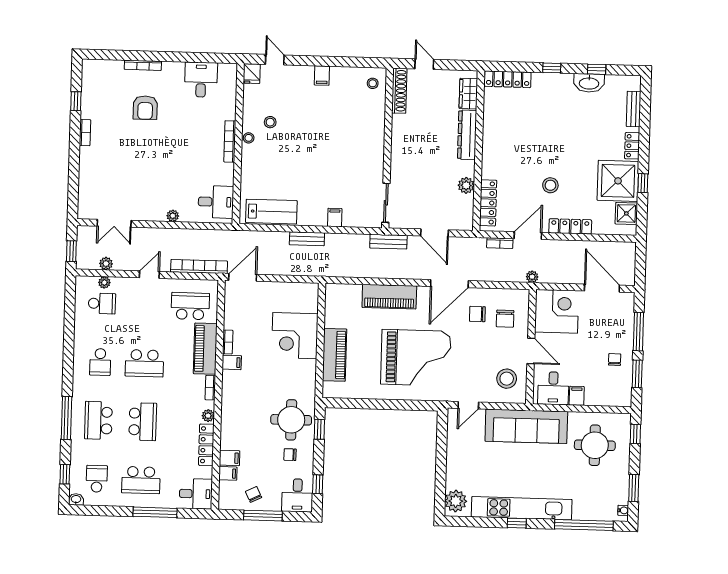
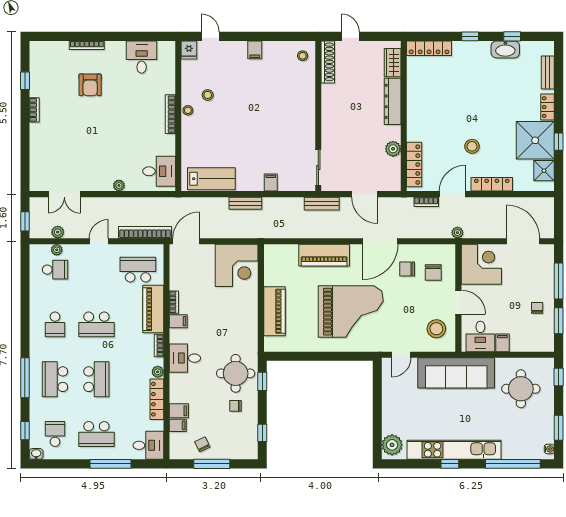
corner desk: (295, 336) -> (237, 265), moved, turned -90
desk: (297, 495) -> (185, 358), moved, turned 90

